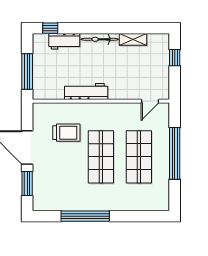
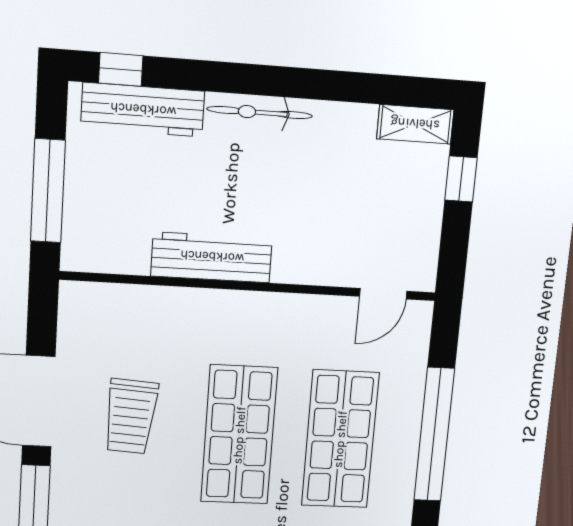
shelving: (133, 39) -> (415, 124), moved
workbench: (64, 41) -> (143, 110), width x1.38
trolley: (66, 133) -> (131, 416), moved, turned 94

